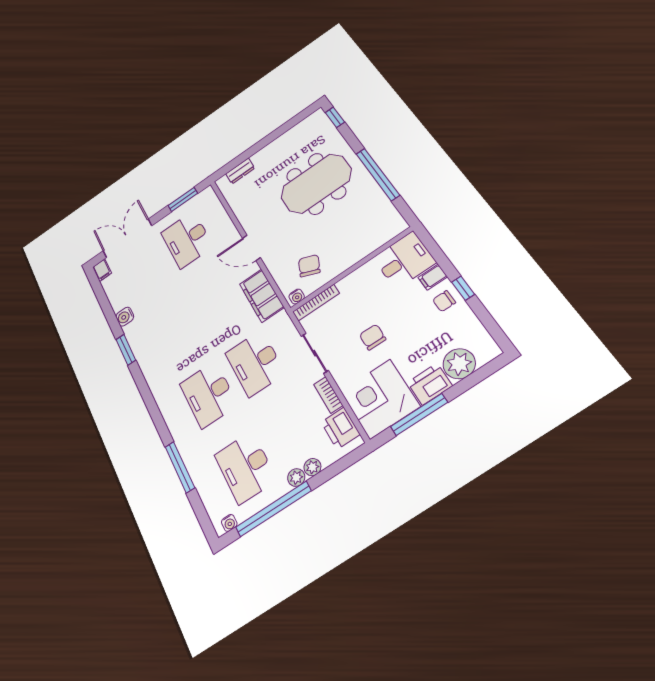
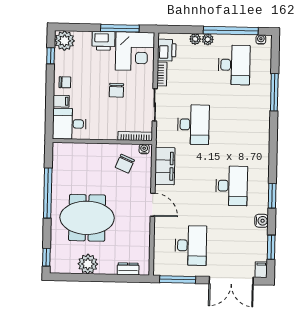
plant: (286, 144) -> (88, 264), added
window: (183, 199) -> (178, 279), width x1.44
window: (463, 288) -> (51, 56), moved
window: (102, 298) -> (271, 247), added
plant: (459, 364) -> (64, 41), moved
desk: (209, 394) -> (232, 186), moved

